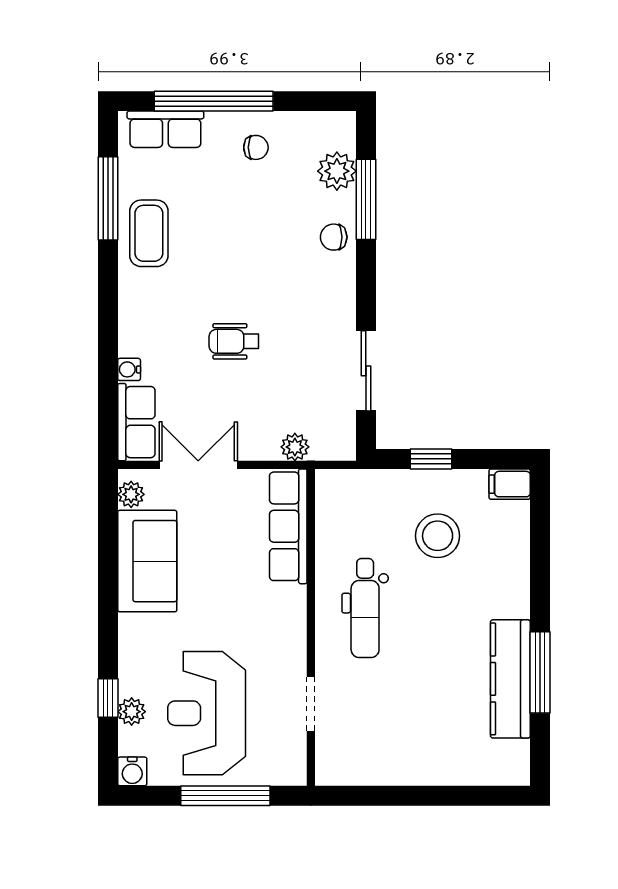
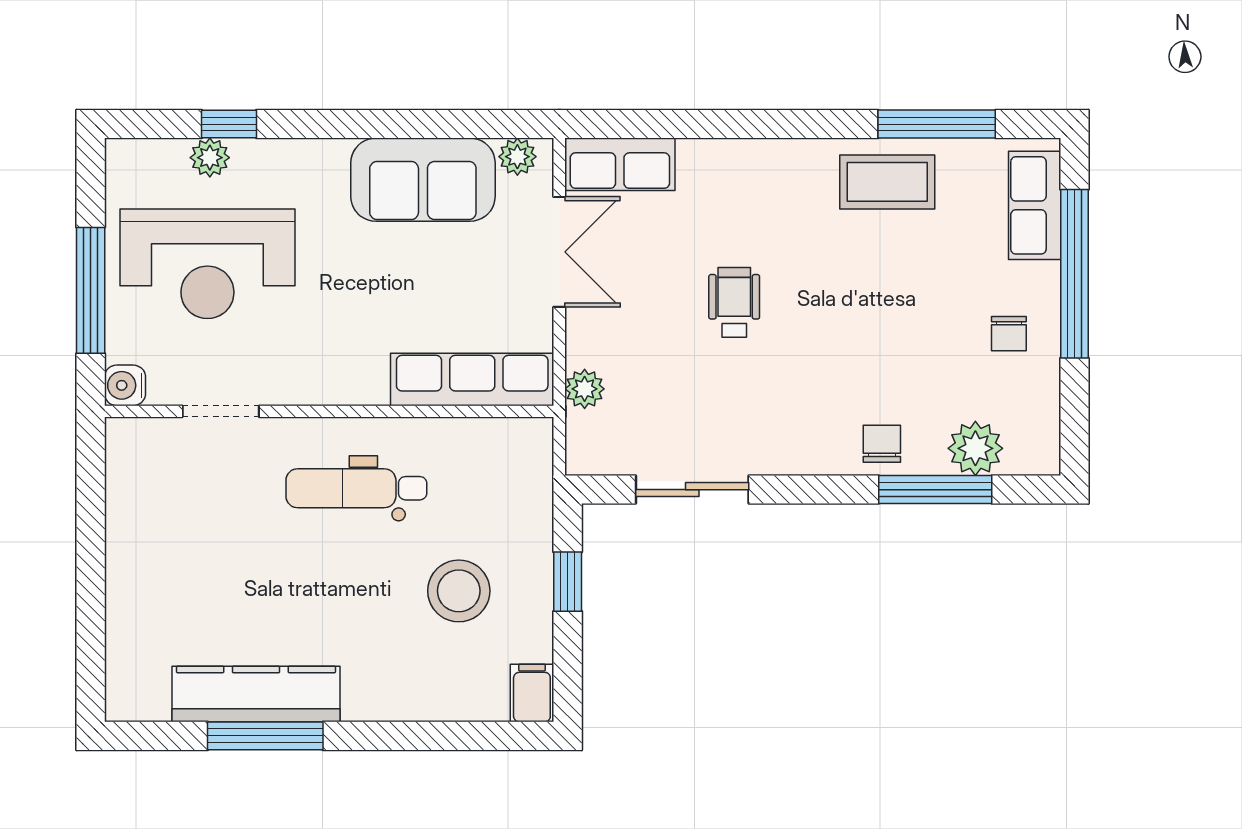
water cooler: (129, 369) -> (694, 154), removed
reception desk: (207, 713) -> (207, 264), turned 180
water cooler: (132, 771) -> (125, 385), moved

